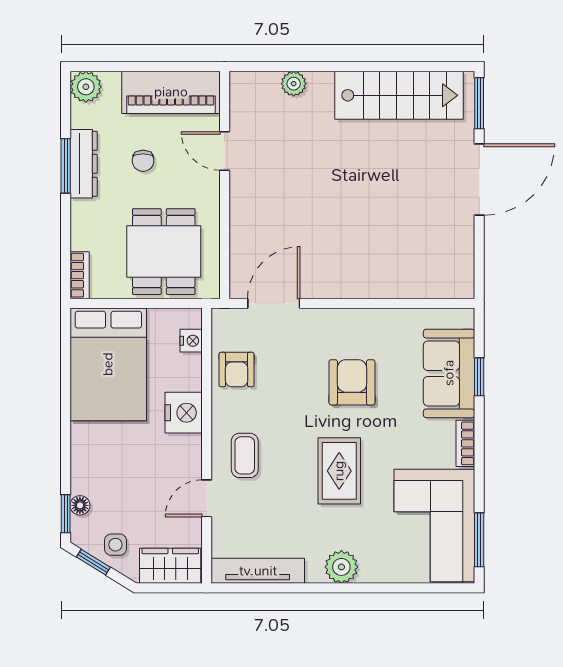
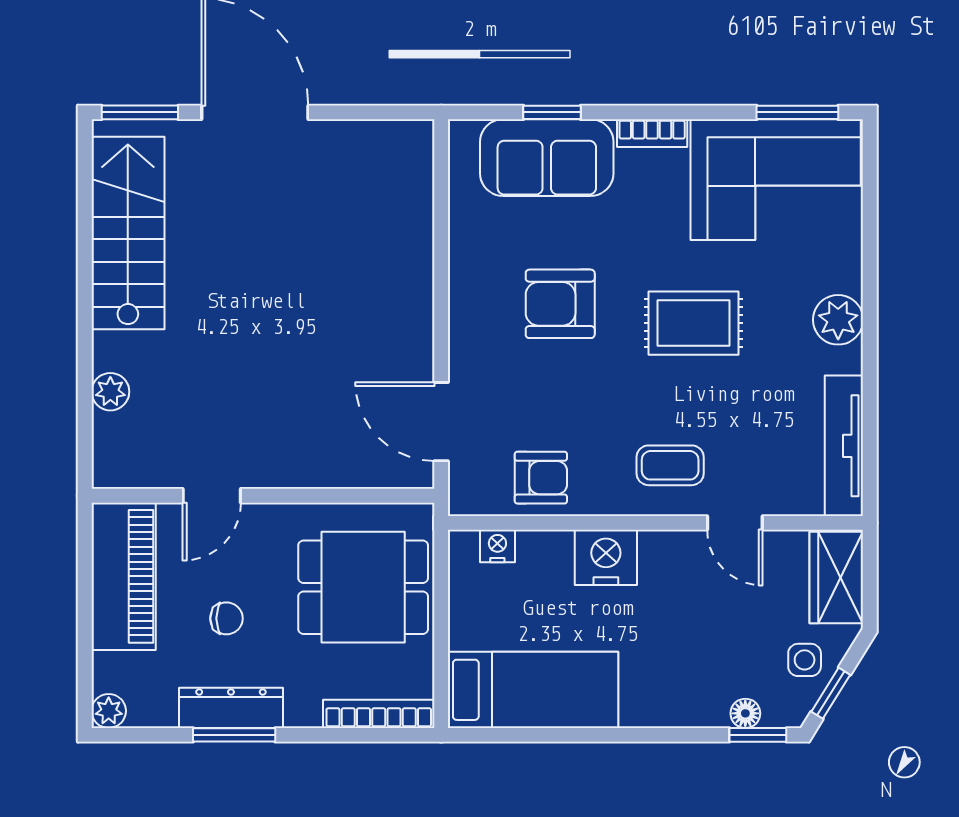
plant: (86, 87) -> (109, 711), width x0.73, depth x0.73
bookcase: (80, 275) -> (379, 714), width x1.56
bed: (108, 364) -> (533, 690), width x0.67

